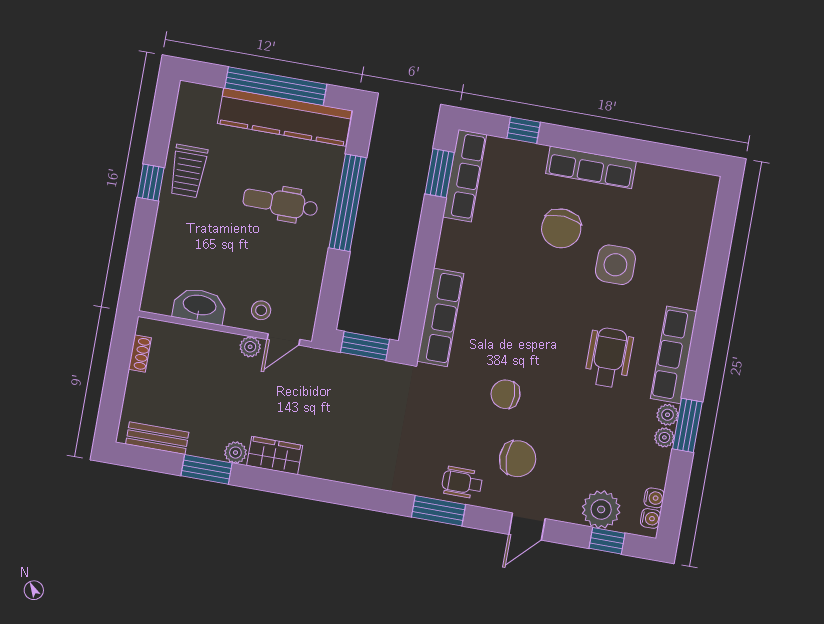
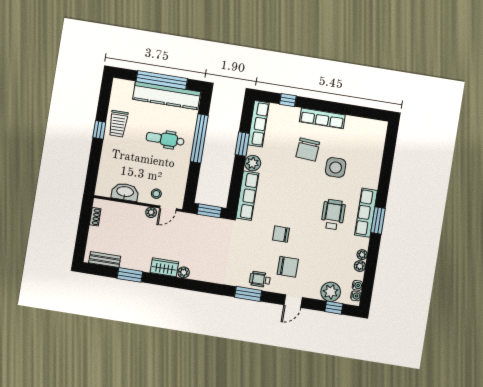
window: (440, 173) -> (242, 144), moved
plant: (452, 253) -> (253, 163), added
plant: (668, 415) -> (360, 266), moved
window: (687, 425) -> (378, 220), moved
plant: (235, 453) -> (184, 272), moved

